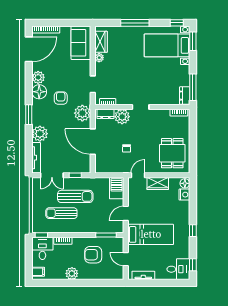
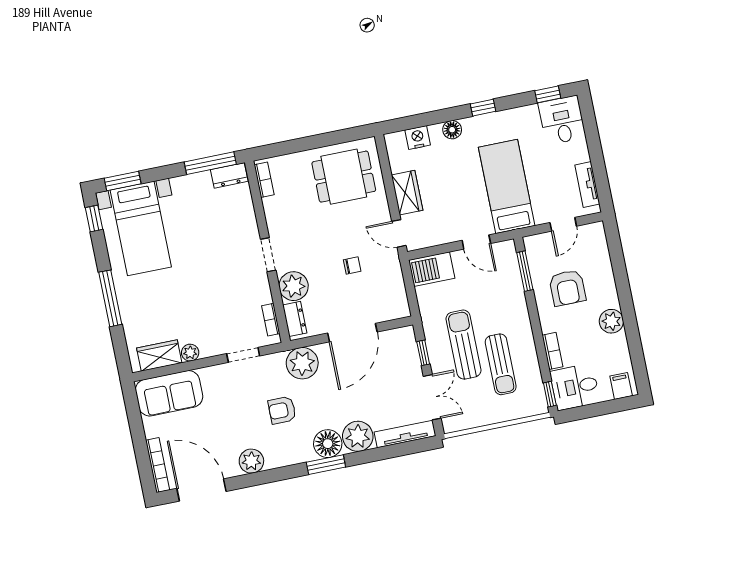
floor lamp: (39, 92) -> (328, 444), moved
floor lamp: (185, 183) -> (452, 130), moved

